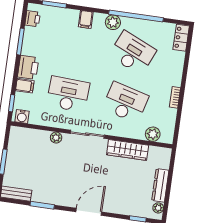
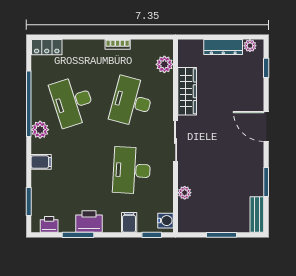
desk: (133, 53) -> (73, 102), turned -42
printer: (28, 67) -> (89, 221), moved
plant: (56, 138) -> (185, 193), moved

